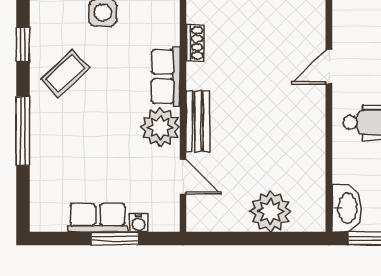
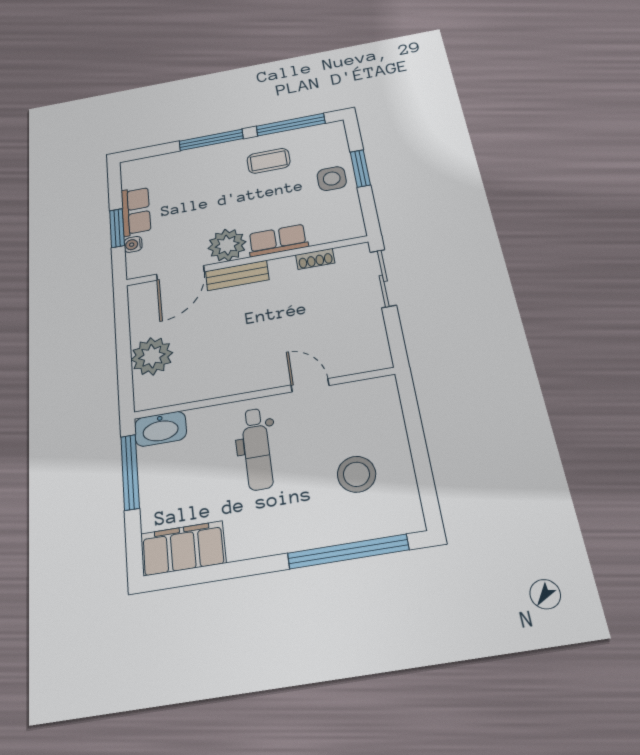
window: (23, 45) -> (291, 125), width x2.17
coffee table: (65, 74) -> (269, 161), turned -47
door: (183, 177) -> (180, 273), width x1.38

